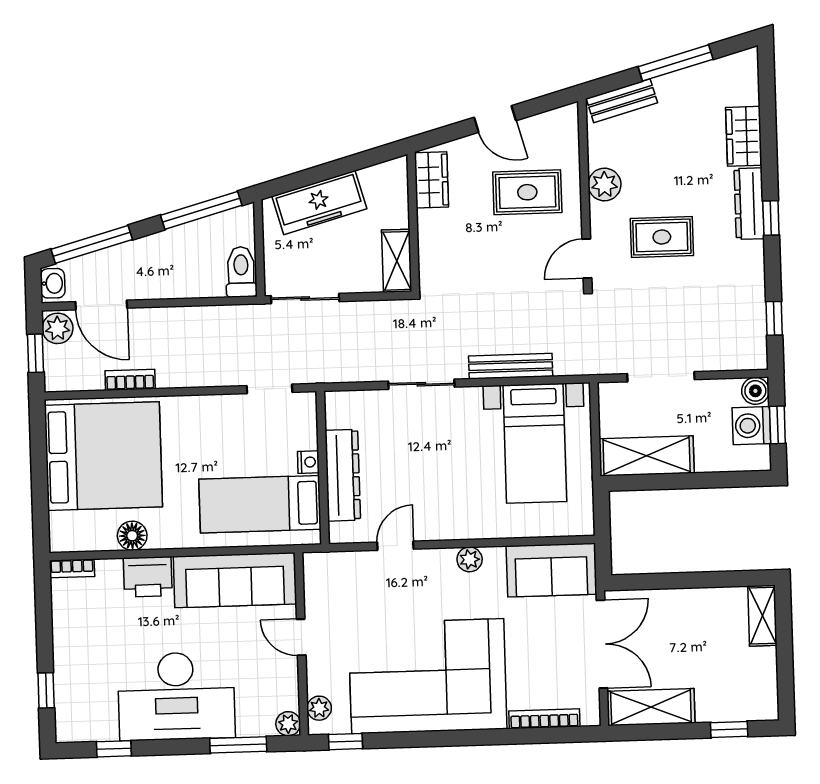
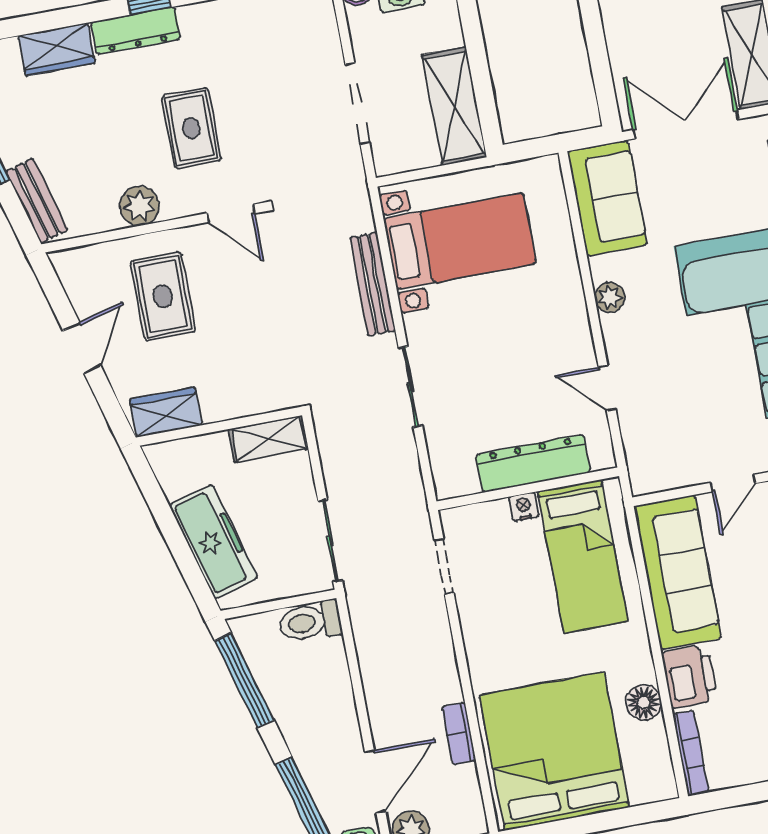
bookcase: (72, 568) -> (691, 753), width x1.56

